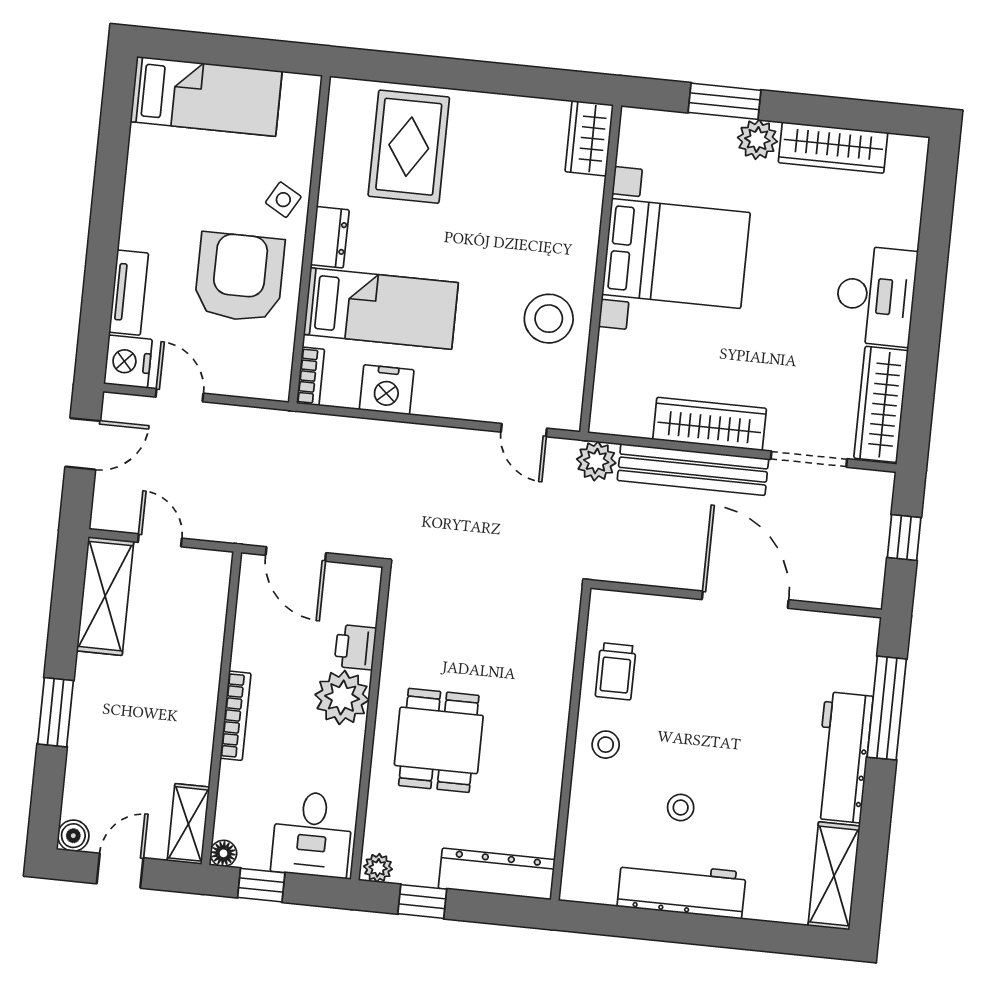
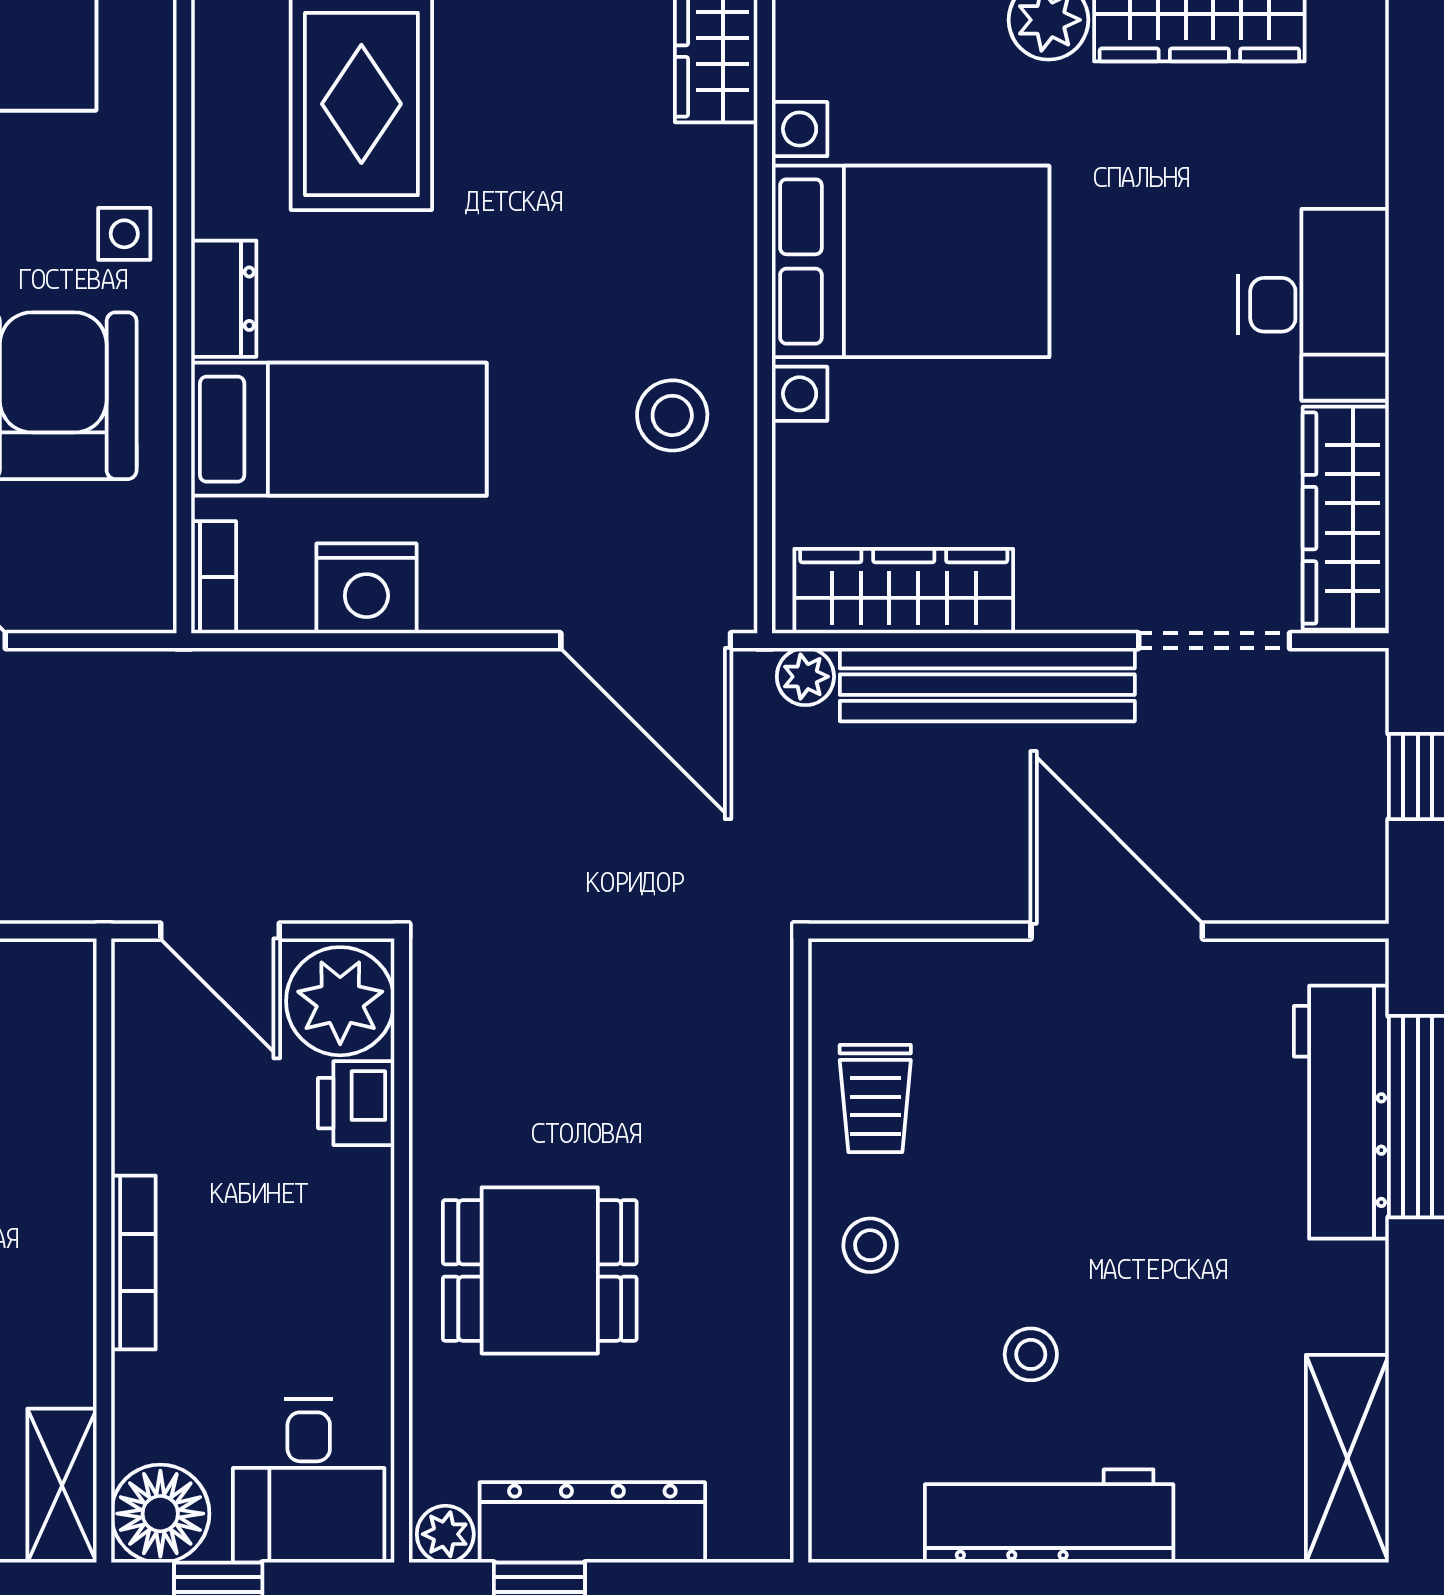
side table: (283, 200) -> (124, 234), turned -30
stool: (549, 319) -> (672, 415), width x0.73, depth x0.73
wardrobe: (710, 424) -> (904, 591), moved
door: (524, 430) -> (646, 641), width x1.88
plant: (596, 461) -> (805, 677), width x0.73, depth x0.73
plant: (342, 697) -> (340, 1001), moved
dining table: (439, 740) -> (540, 1270), turned 90
workbench: (843, 757) -> (1341, 1112), moved
floor lamp: (223, 853) -> (160, 1514), width x1.89, depth x1.89
dresser: (497, 874) -> (592, 1522), moved

